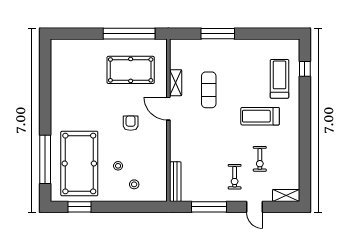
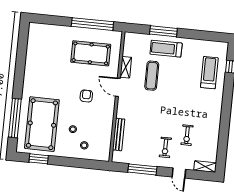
treadmill: (260, 116) -> (166, 49), moved
bench: (175, 182) -> (119, 135), moved

